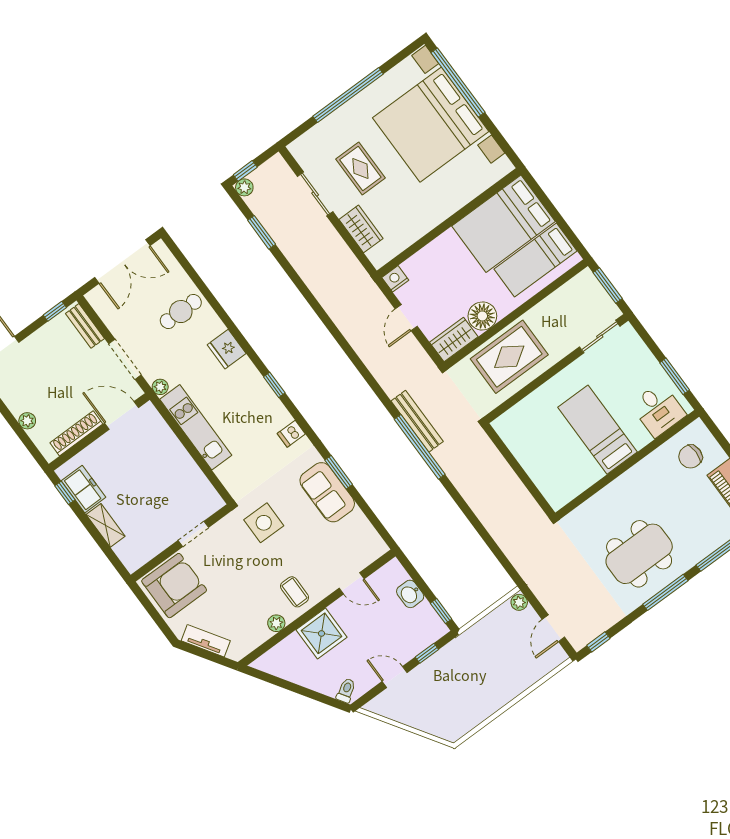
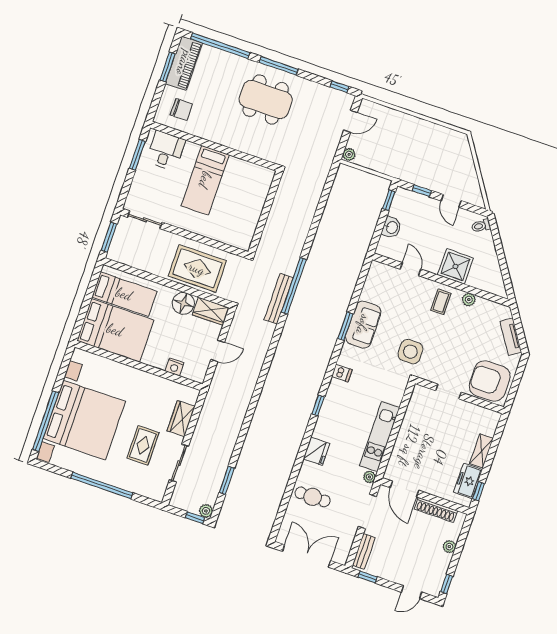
nightstand: (395, 279) -> (174, 367), moved

